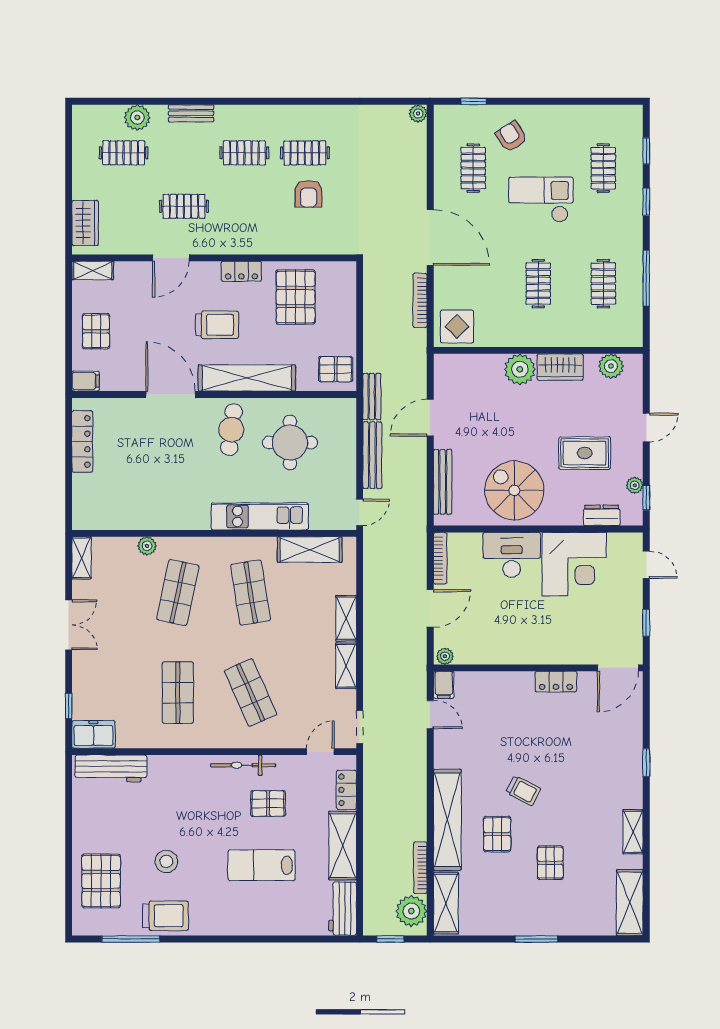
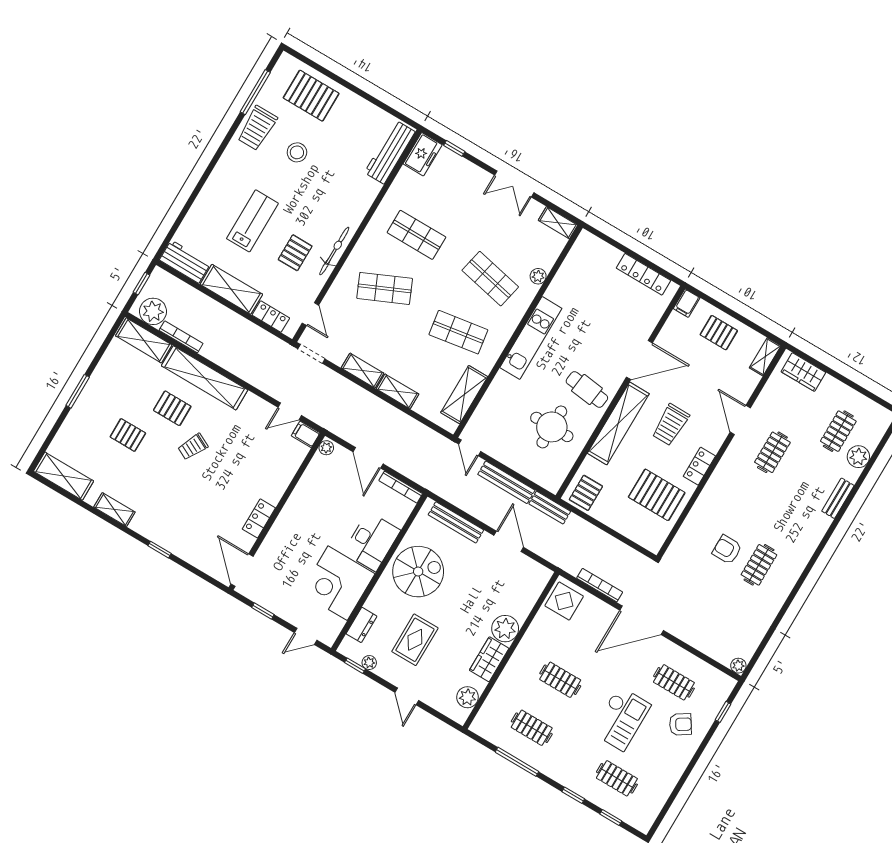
clothes rail: (244, 153) -> (785, 520), removed
kitchen unit: (260, 516) -> (531, 338), moved

